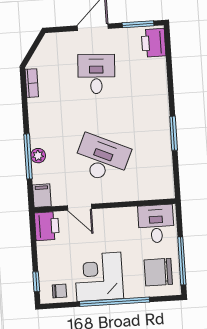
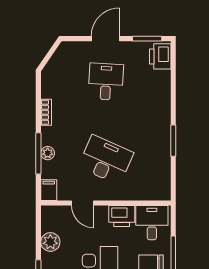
bookcase: (32, 83) -> (46, 112), moved
printer: (47, 226) -> (122, 216), moved, turned 90
plant: (47, 252) -> (50, 242), added

